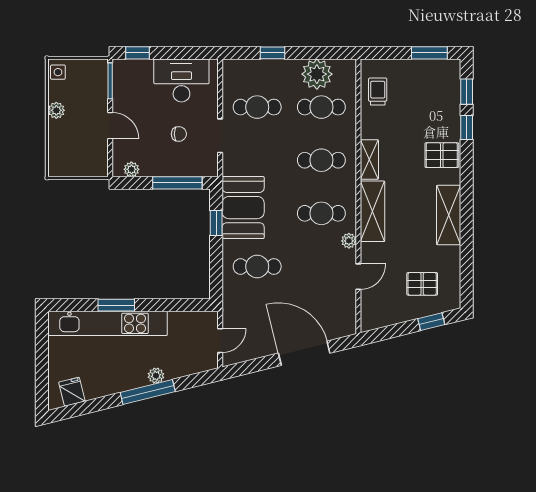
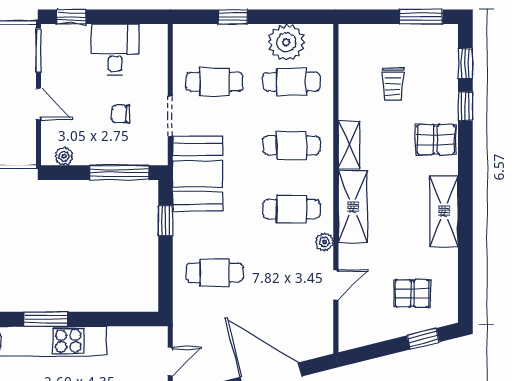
desk: (181, 80) -> (115, 50), width x0.73
trolley: (378, 92) -> (393, 84), moved, turned 180
chair: (179, 134) -> (121, 114), turned 180
booth: (243, 208) -> (198, 174), moved

